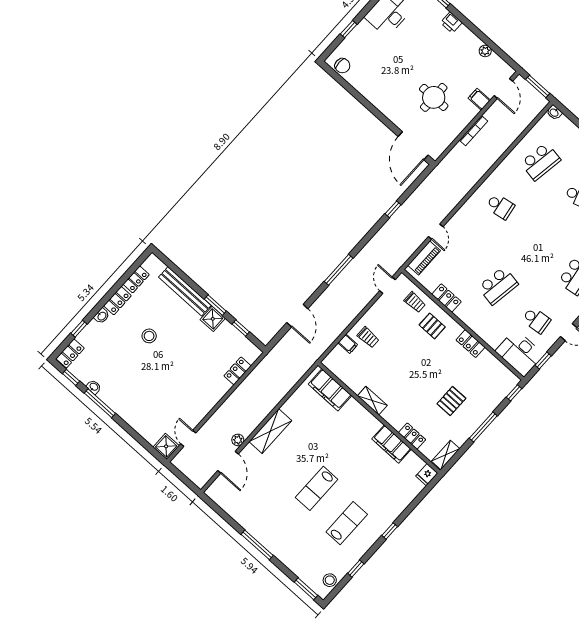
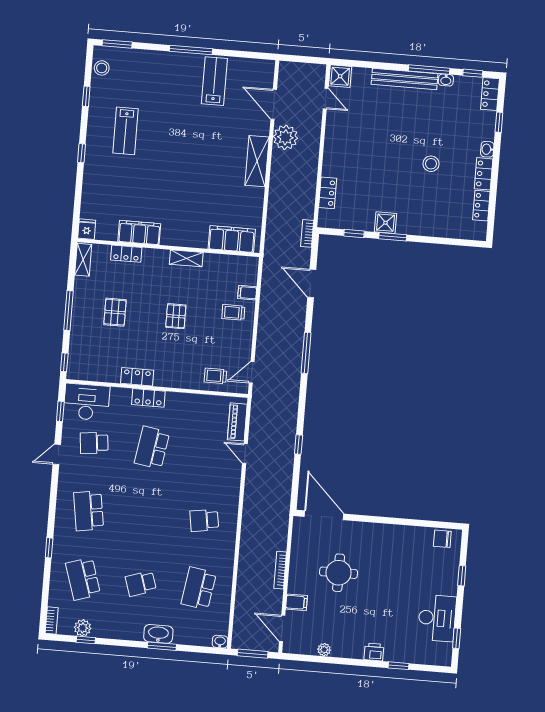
door: (387, 285) -> (252, 372), swing flipped
bench: (185, 291) -> (405, 79), moved
locker: (446, 298) -> (148, 398), moved
pallet: (432, 326) -> (176, 316), moved, turned 90
bookcase: (274, 353) -> (307, 233), added
plant: (238, 440) -> (285, 137), width x1.88, depth x1.88
lab bench: (317, 488) -> (214, 81), moved

